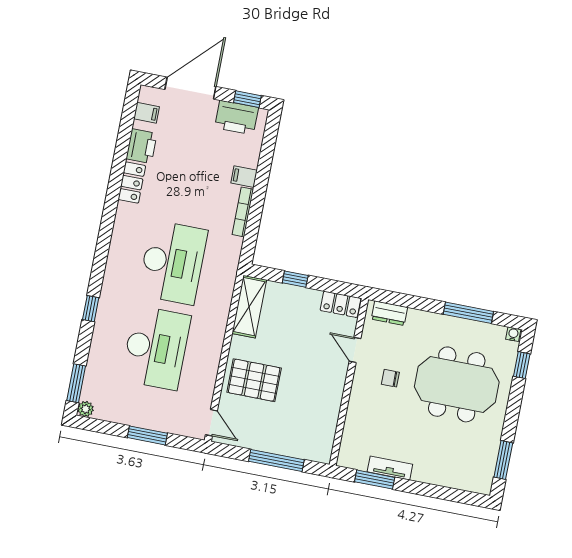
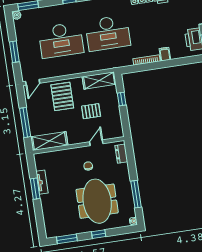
locker: (341, 304) -> (117, 127), removed
pallet: (297, 339) -> (91, 111), added
window: (522, 365) -> (99, 234), moved
shelving: (323, 430) -> (49, 141), added
window: (375, 480) -> (35, 189), moved

